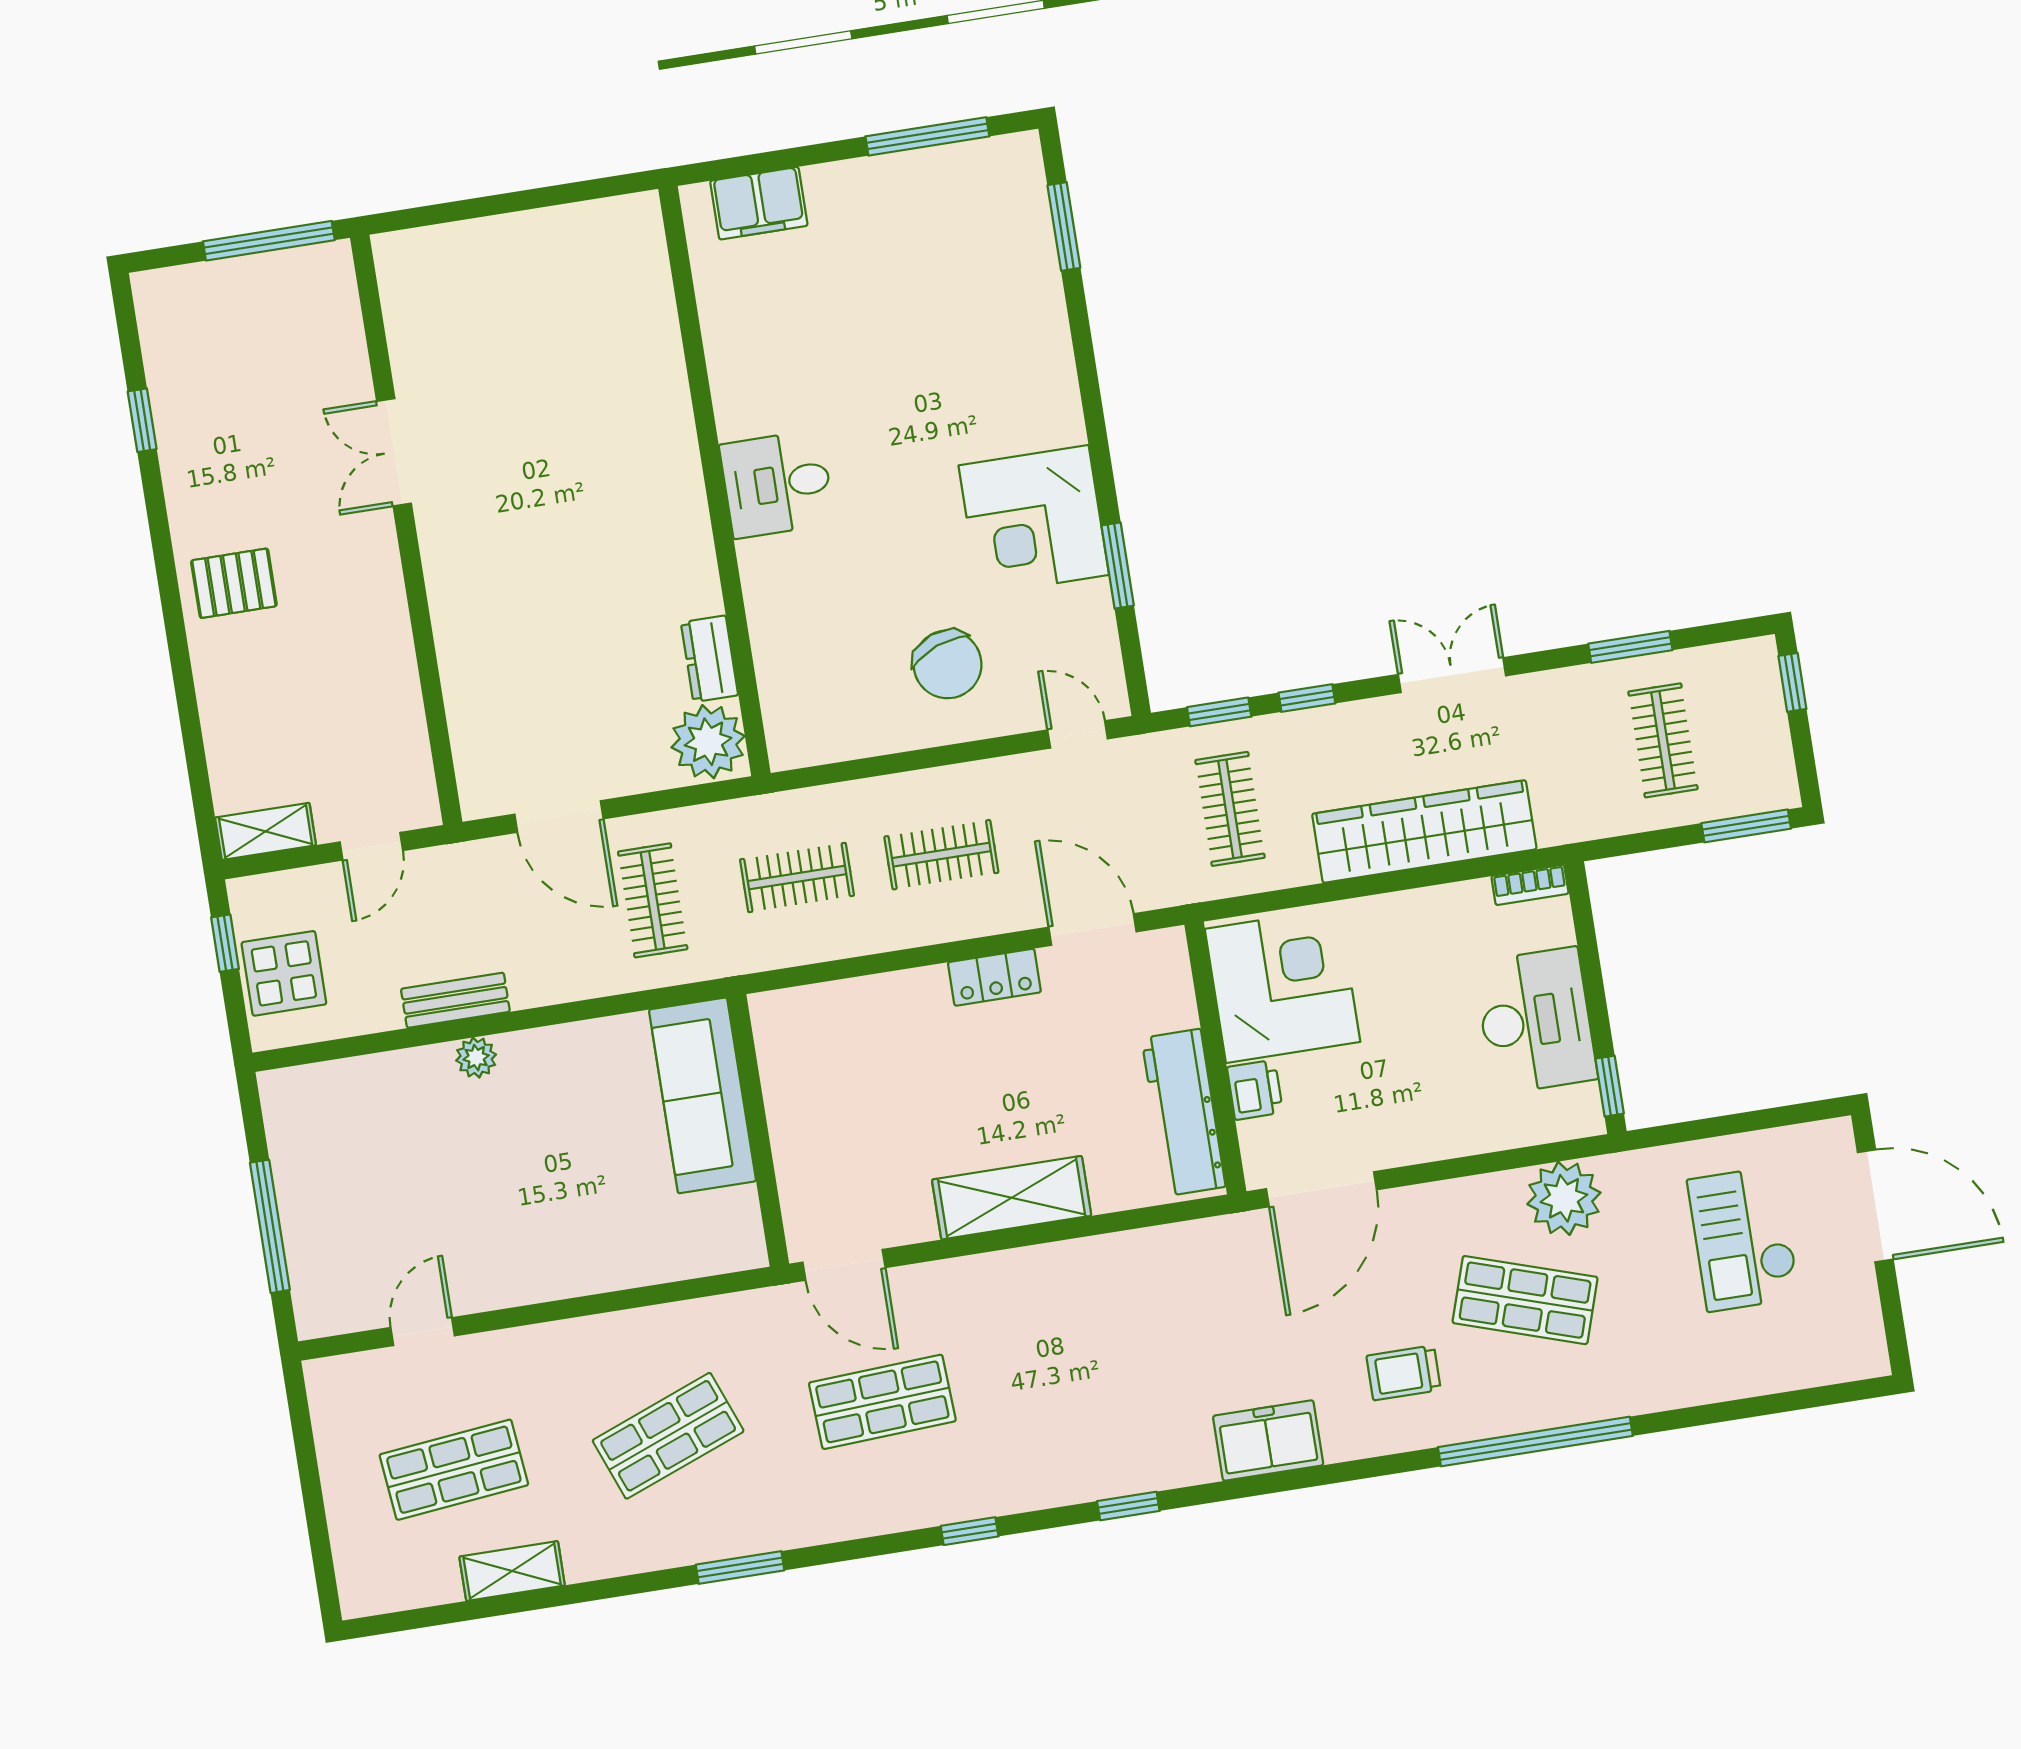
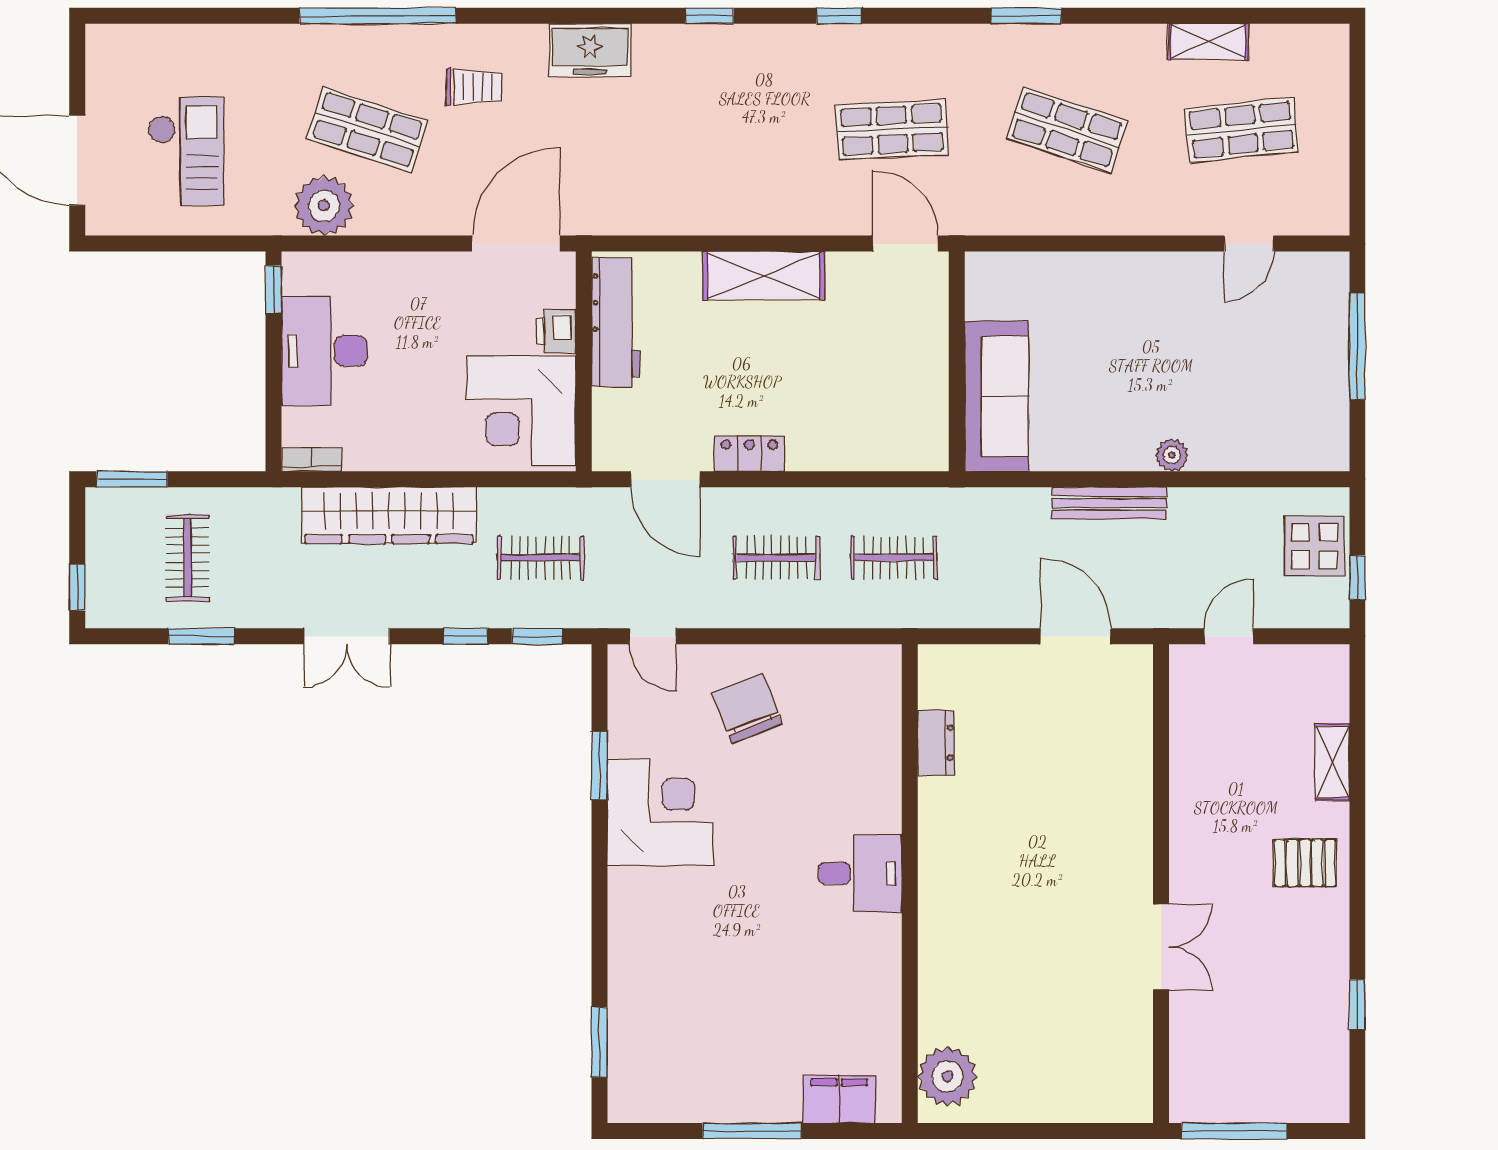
window: (927, 136) -> (752, 1131), moved
plant: (708, 742) -> (948, 1076), moved
clothes rail: (1230, 809) -> (541, 558), turned 90
shelving: (266, 831) -> (1332, 762), moved, turned 90
clothes rail: (653, 900) -> (1012, 558), removed
bench: (455, 1000) -> (1109, 503), moved, width x1.36
shop shelf: (668, 1436) -> (1067, 130), turned 39

